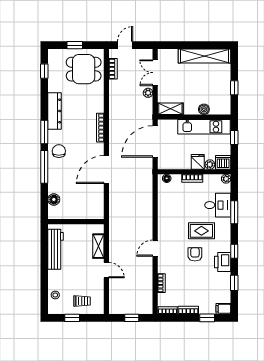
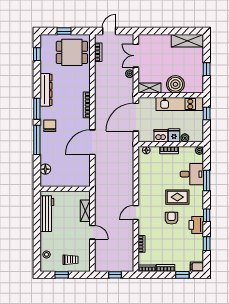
shelving: (204, 56) -> (187, 41), width x0.68
boiler: (204, 109) -> (175, 84), width x1.86, depth x1.86
dishwasher: (223, 162) -> (161, 136), moved

